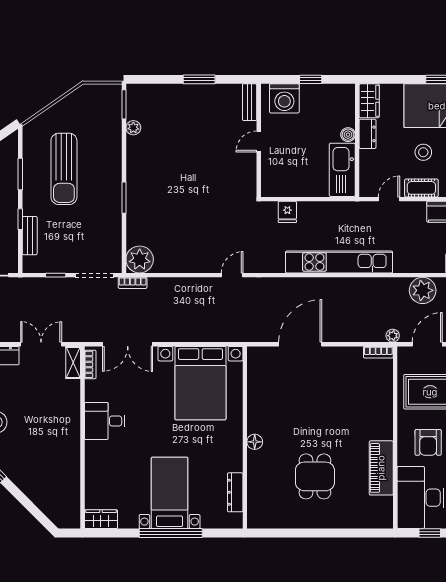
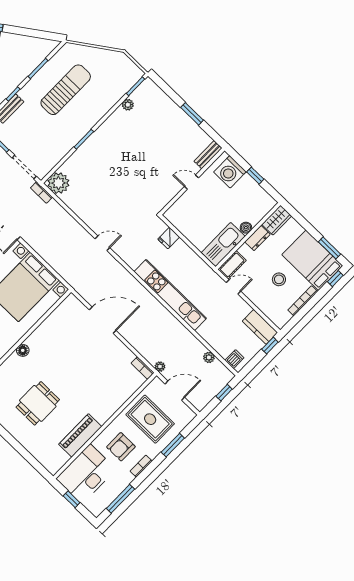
sun lounger: (64, 169) -> (66, 90), turned 180
cot: (421, 188) -> (232, 265), moved, turned 90
plant: (423, 290) -> (209, 357), width x0.53, depth x0.53

